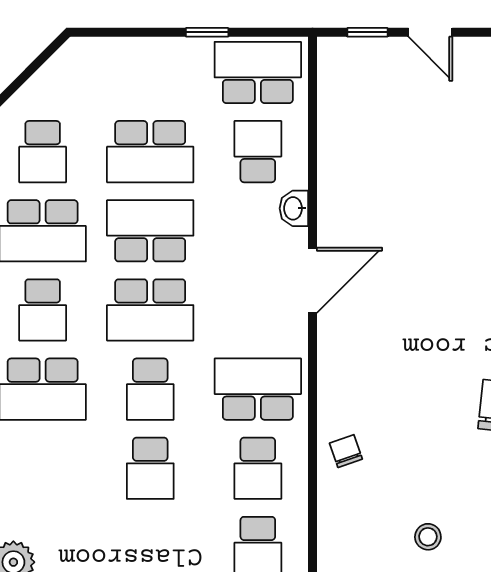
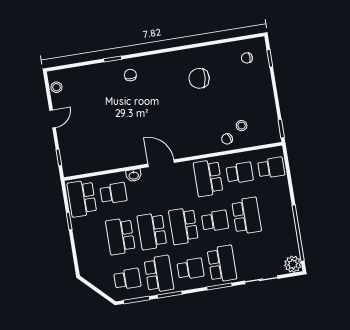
door: (430, 32) -> (53, 119), moved
school desk: (150, 152) -> (120, 236), turned 180
school desk: (258, 152) -> (113, 193), turned 180
school desk: (150, 310) -> (183, 226), turned 180
school desk: (150, 468) -> (247, 216), width x1.85
stool: (428, 537) -> (242, 126), moved

